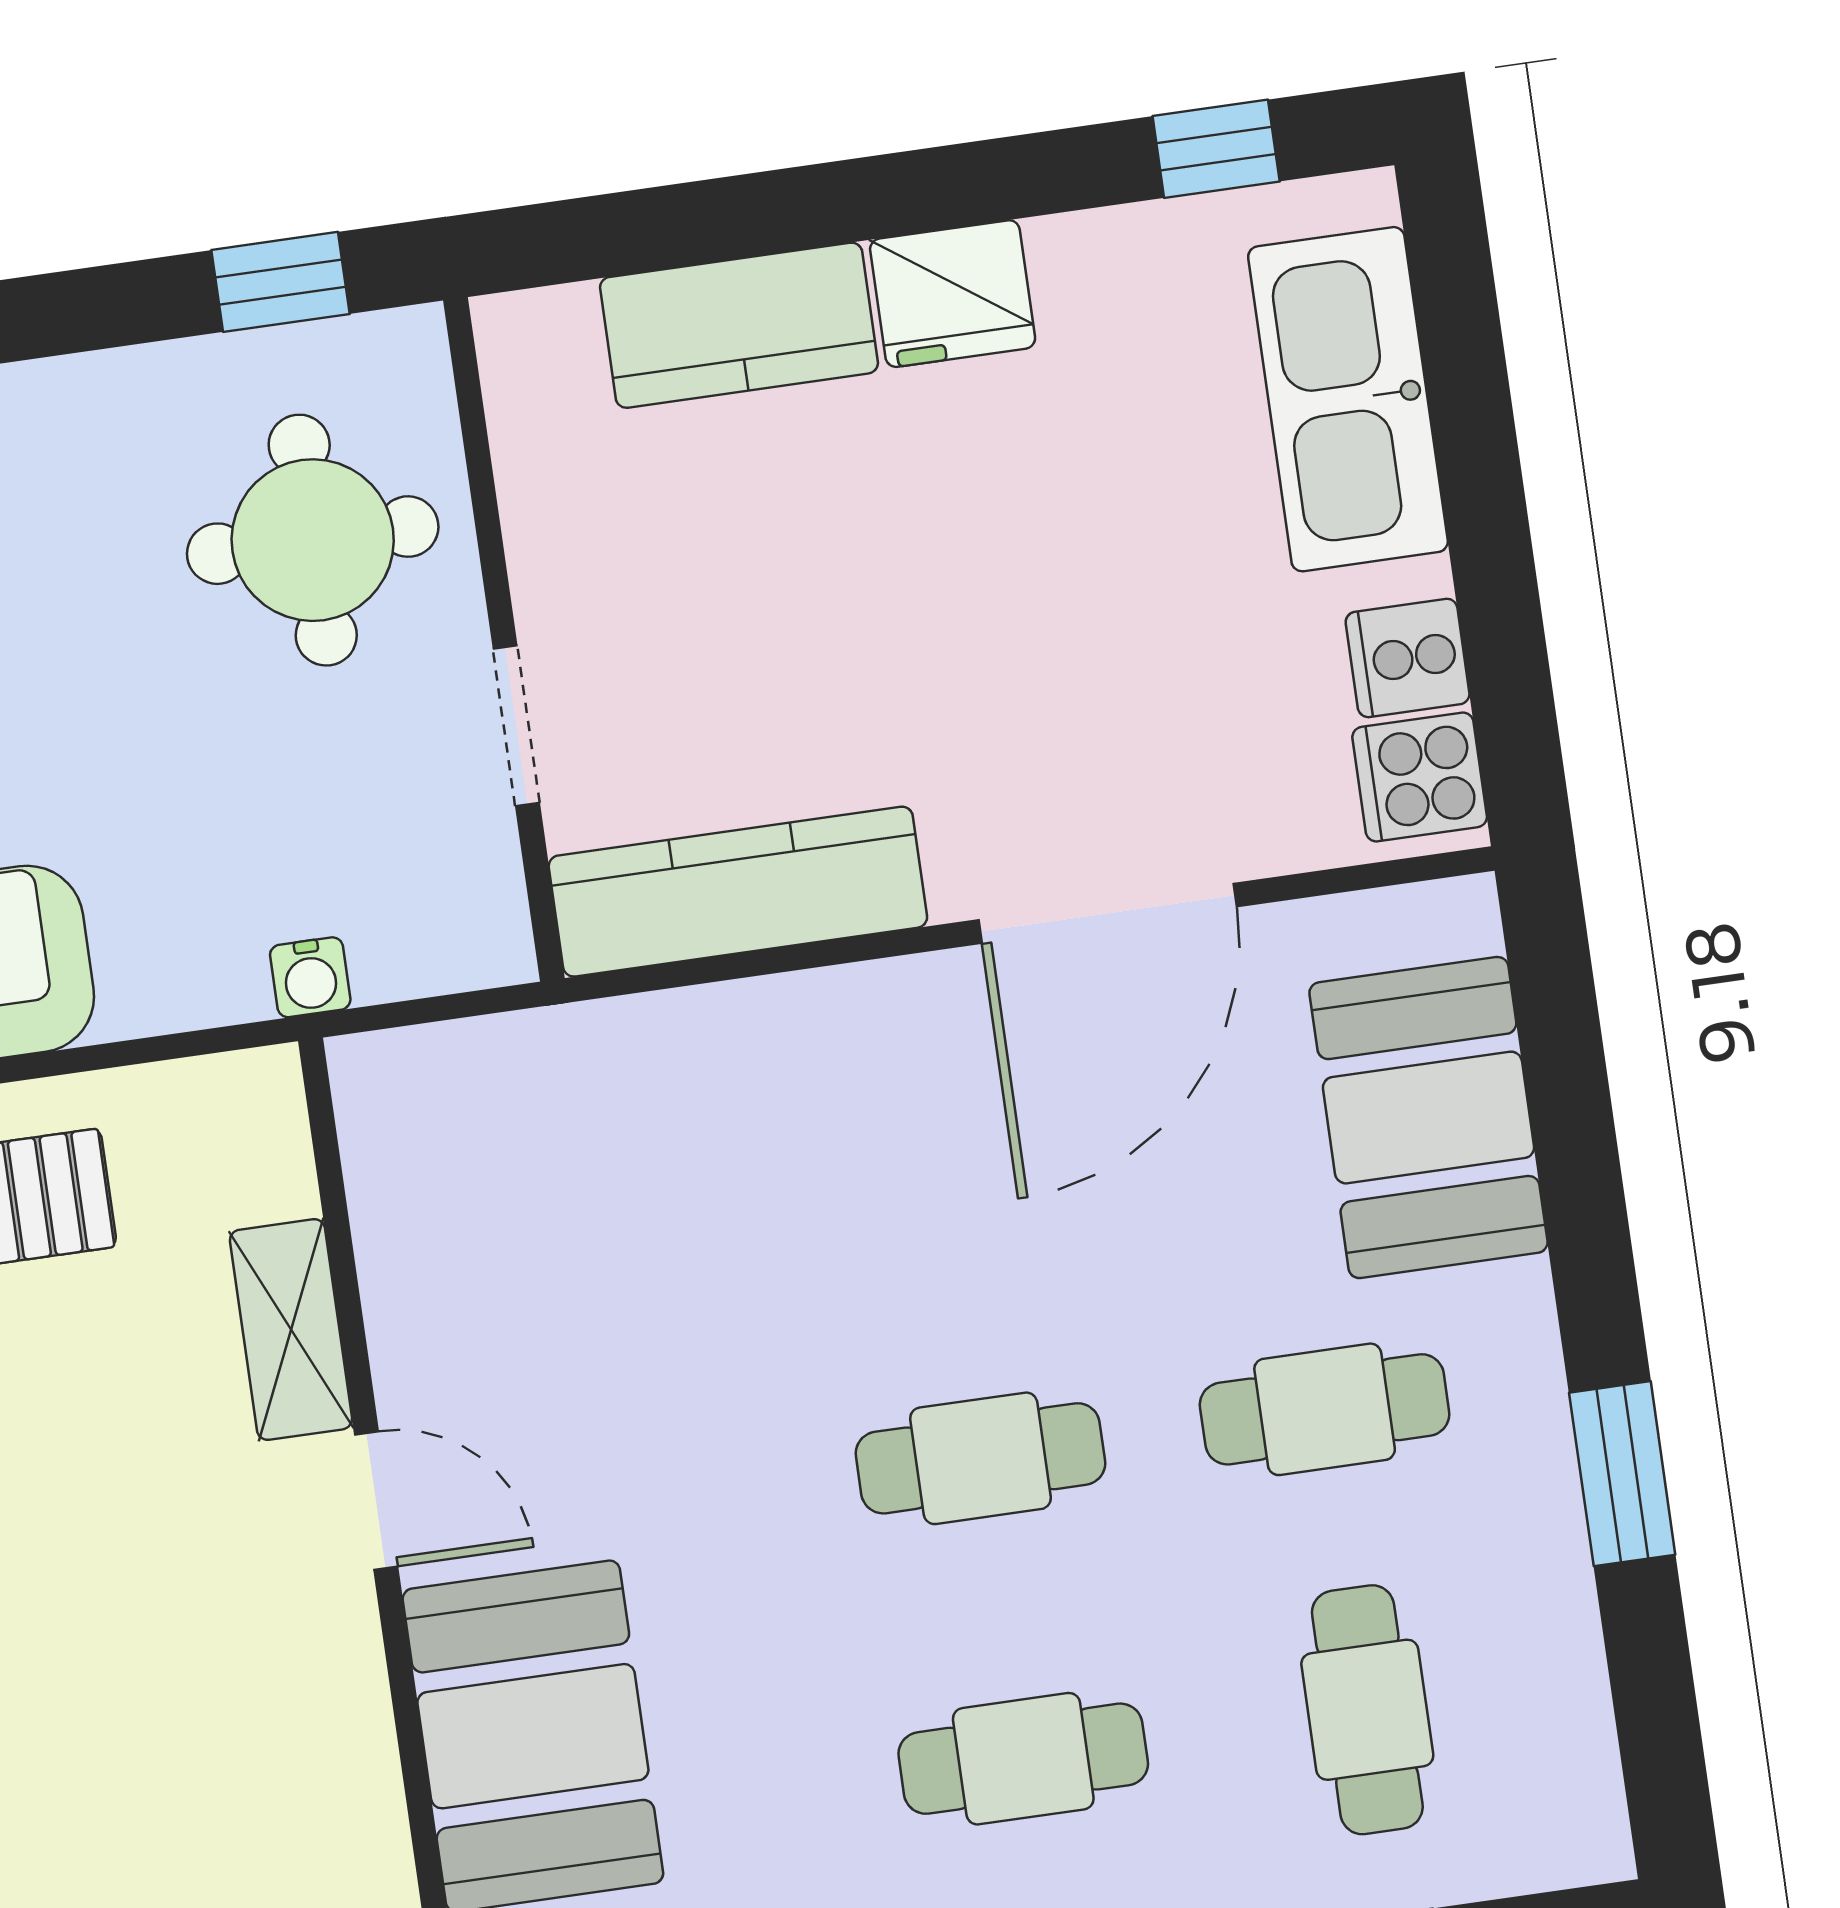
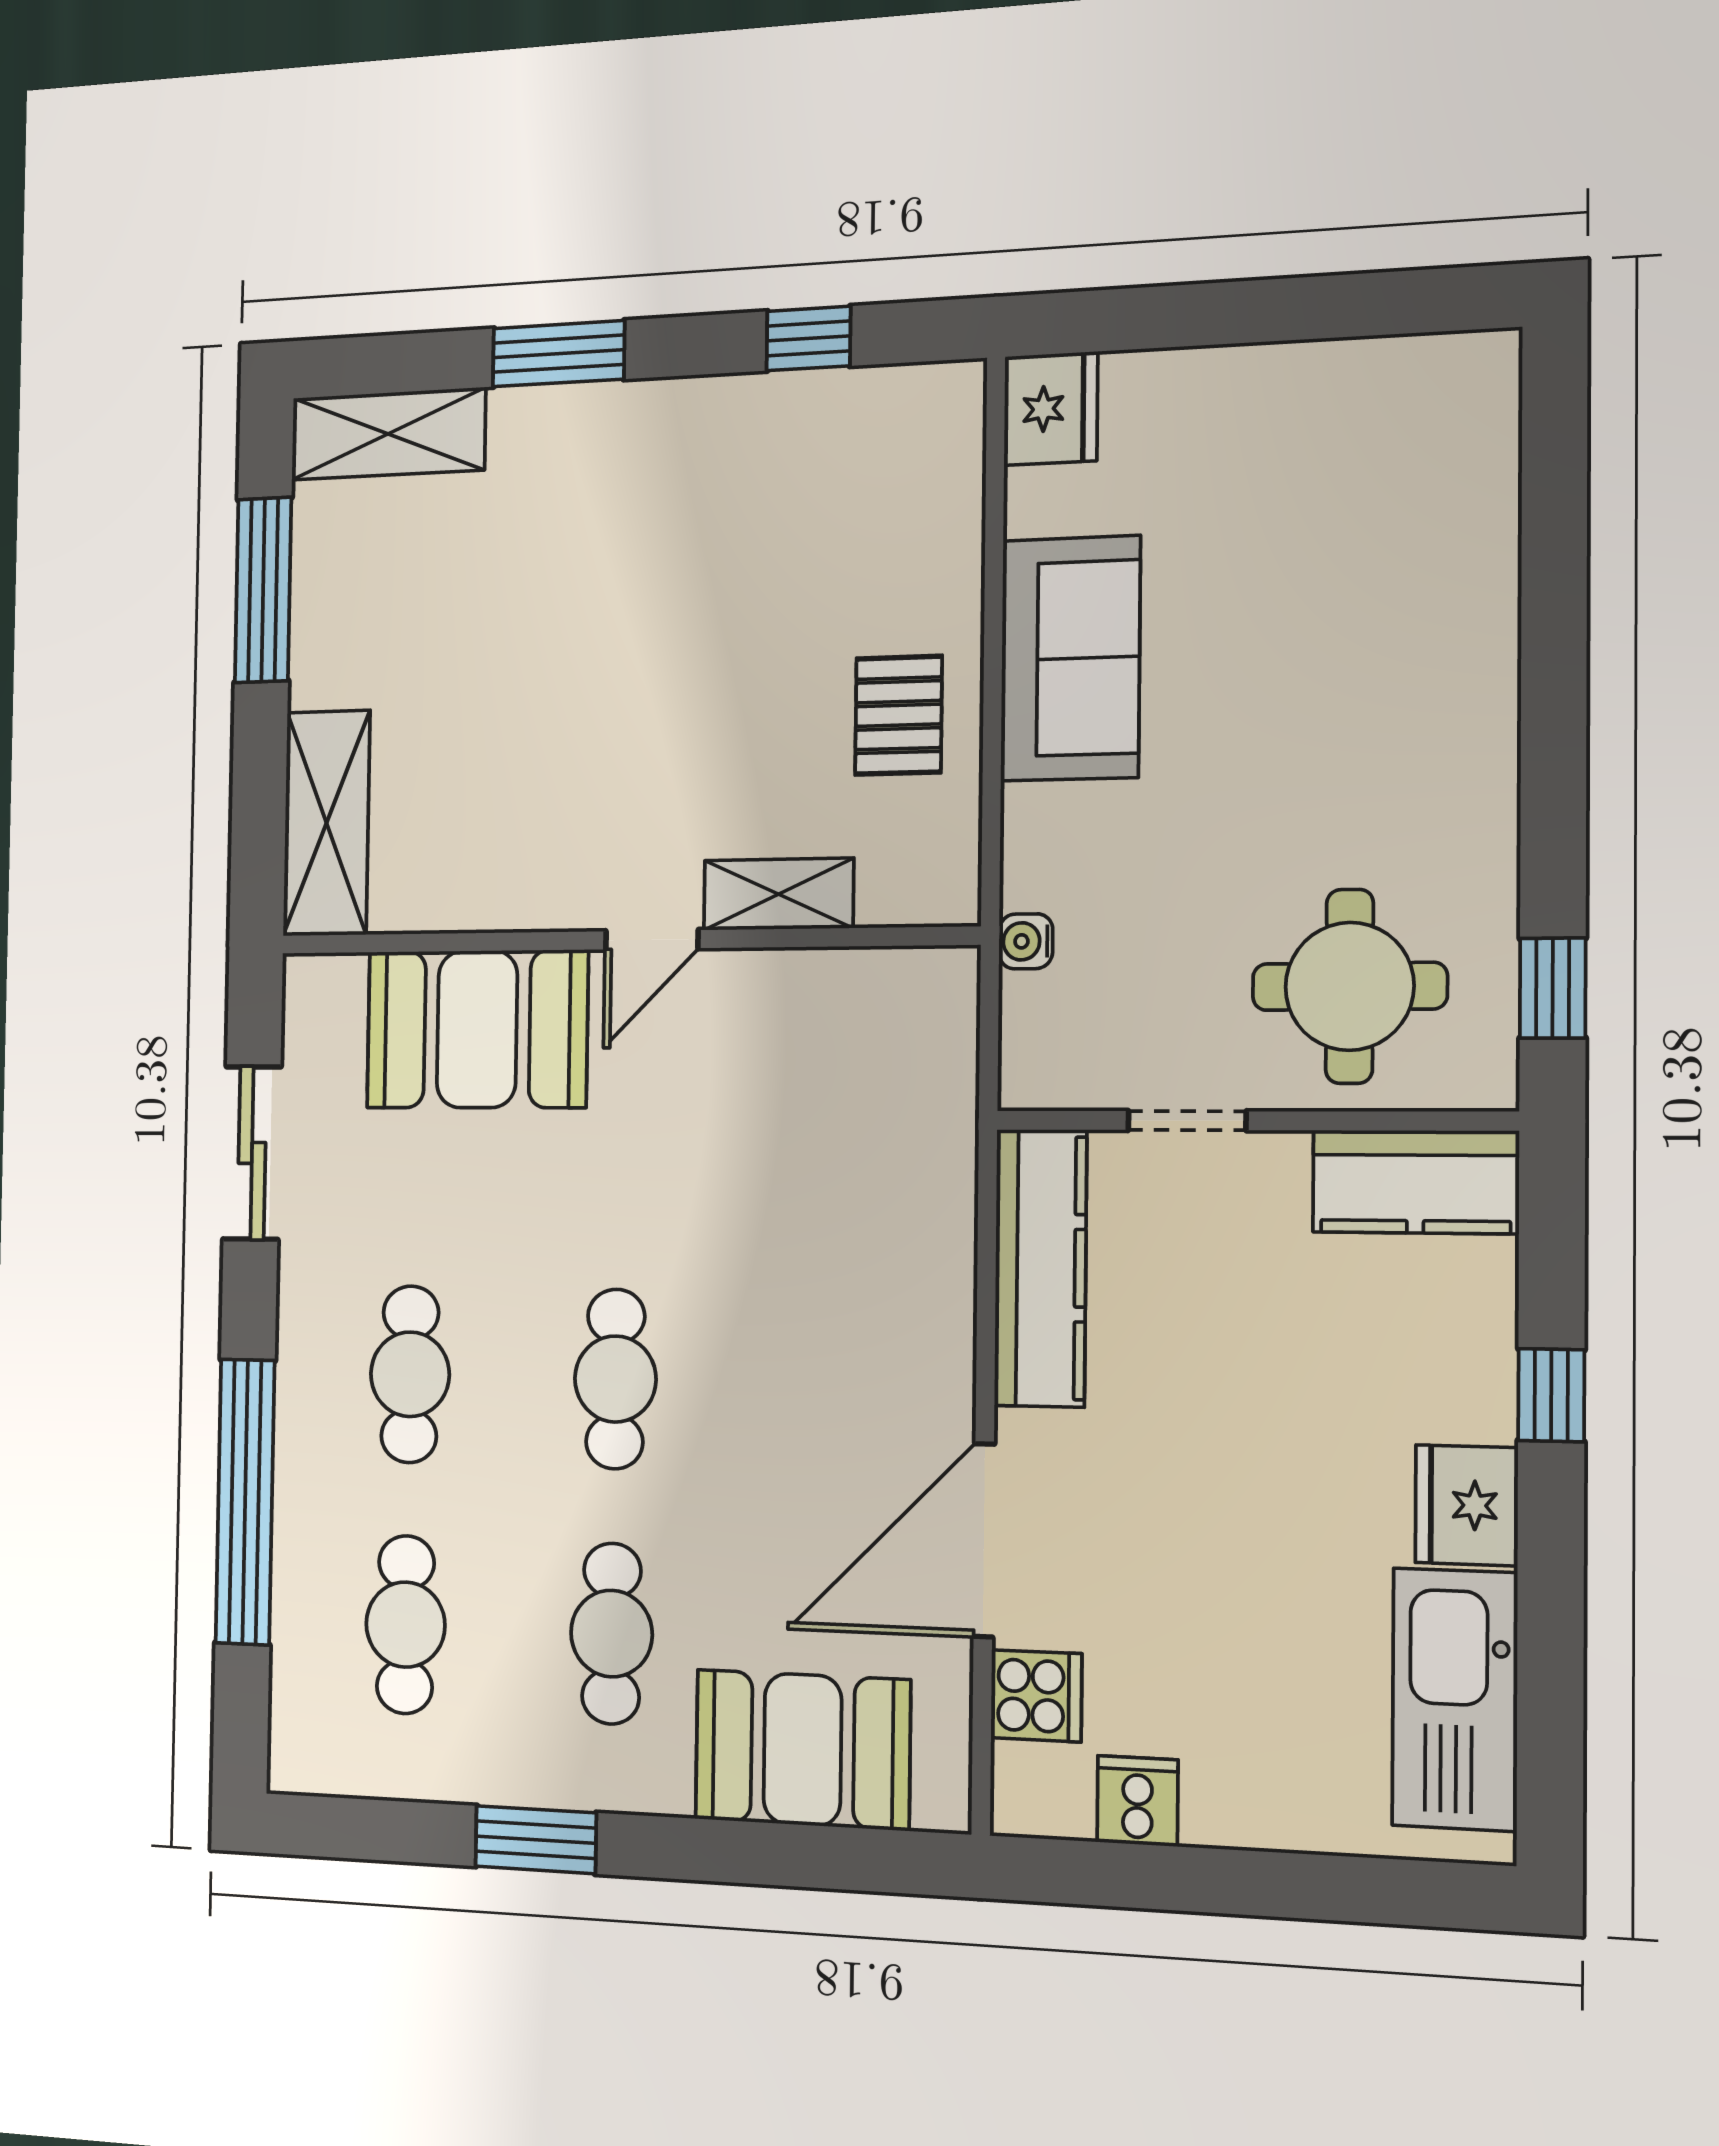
window: (1216, 149) -> (1551, 1395), moved
kitchen counter: (739, 325) -> (1415, 1182), moved, turned -90
kitchen sink: (1348, 399) -> (1455, 1699), moved, turned -90
cooker: (1420, 777) -> (1036, 1696), moved, turned 90
door: (1108, 913) -> (984, 1540), hinge flipped
cafe table: (1367, 1710) -> (406, 1625), turned 90

